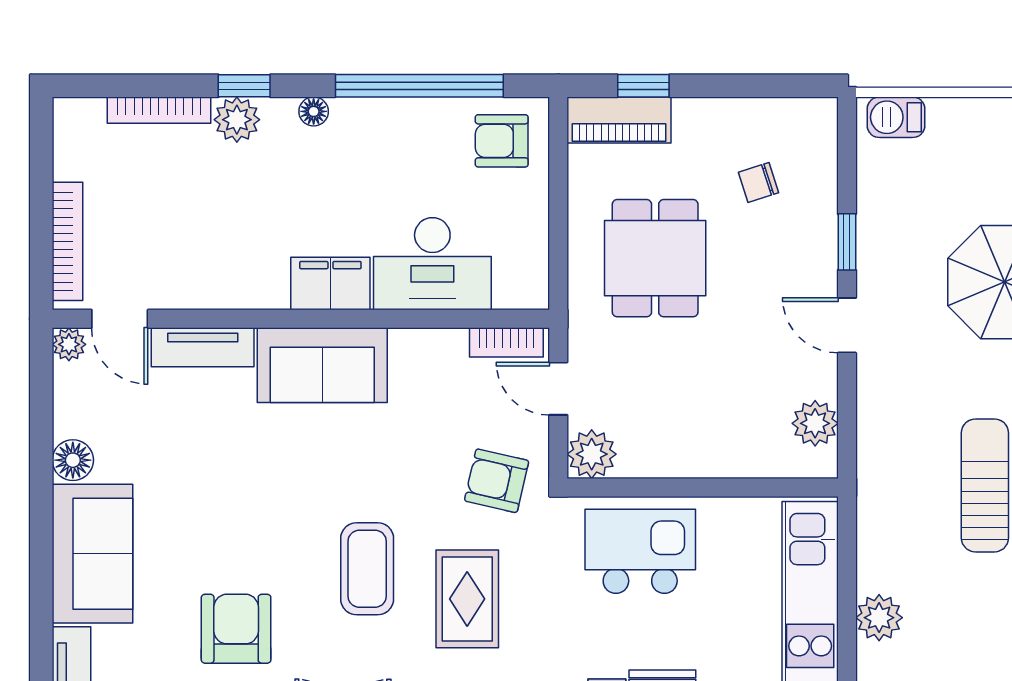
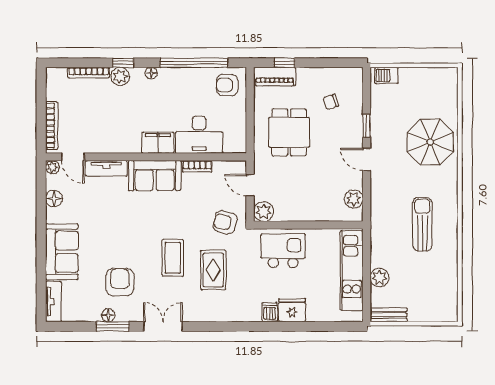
bookcase: (506, 342) -> (197, 166), moved
floor lamp: (73, 460) -> (54, 199), moved

